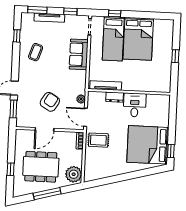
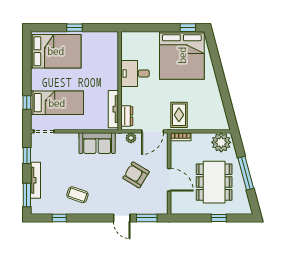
bed: (138, 39) -> (56, 51), moved
sofa: (79, 54) -> (97, 143), moved
dresser: (115, 97) -> (127, 116), moved

